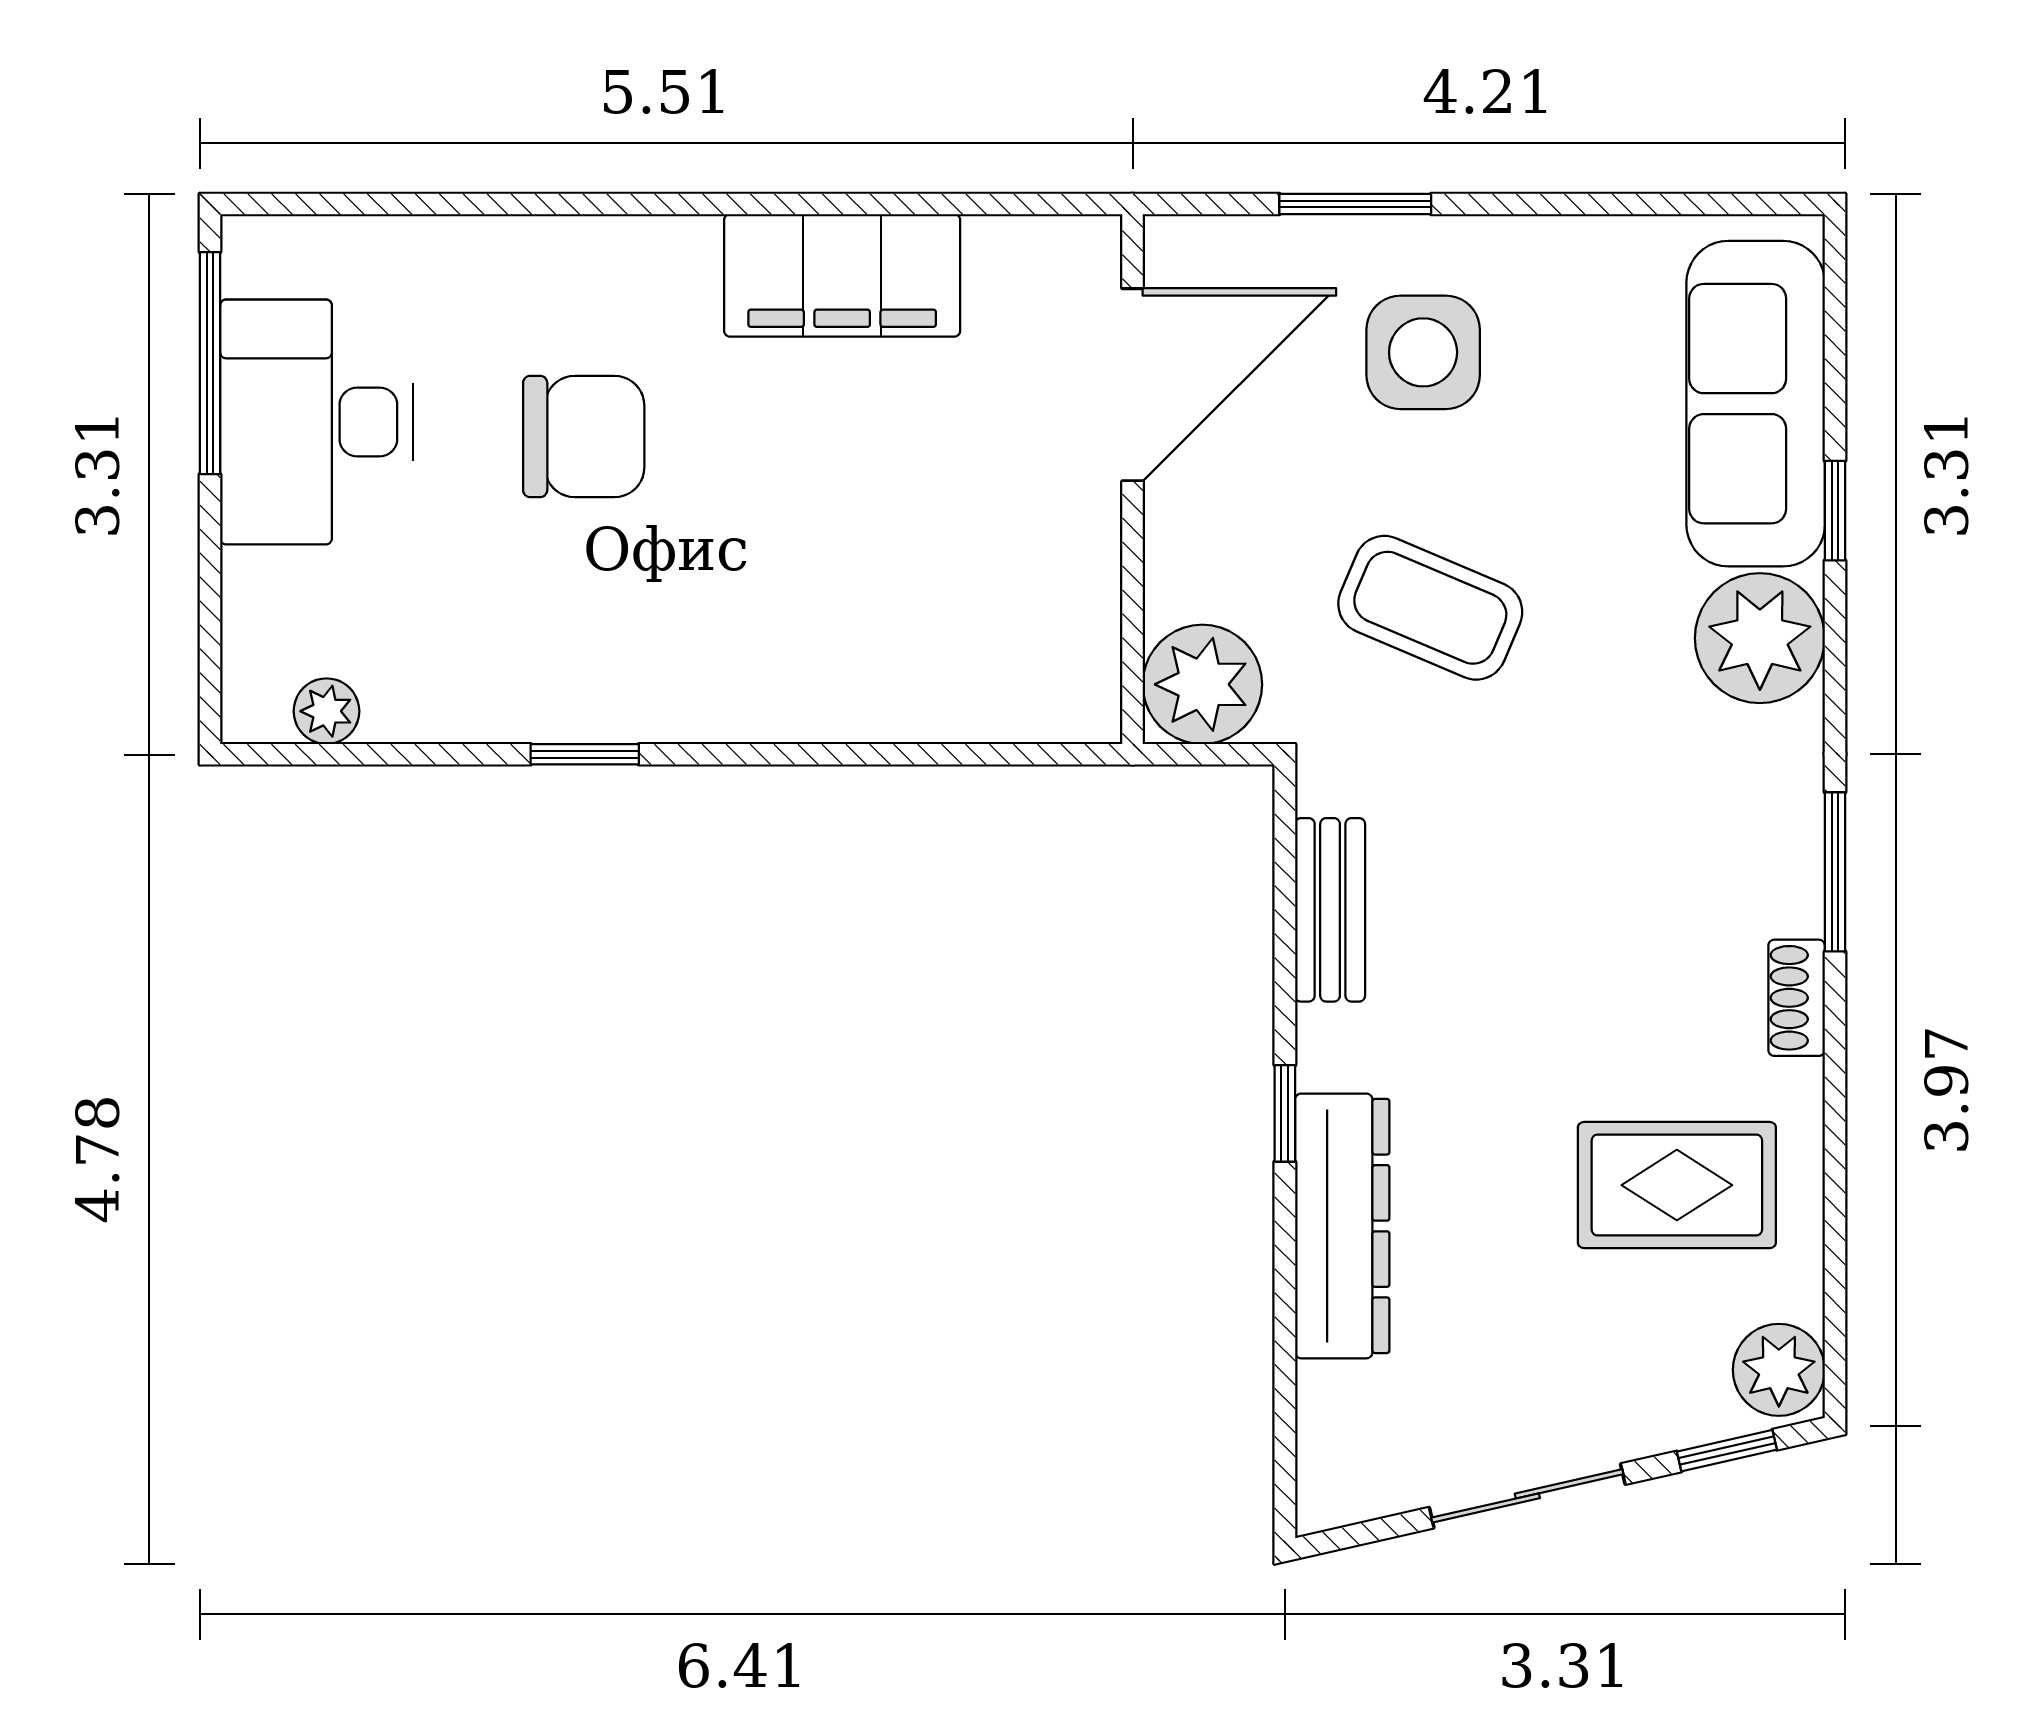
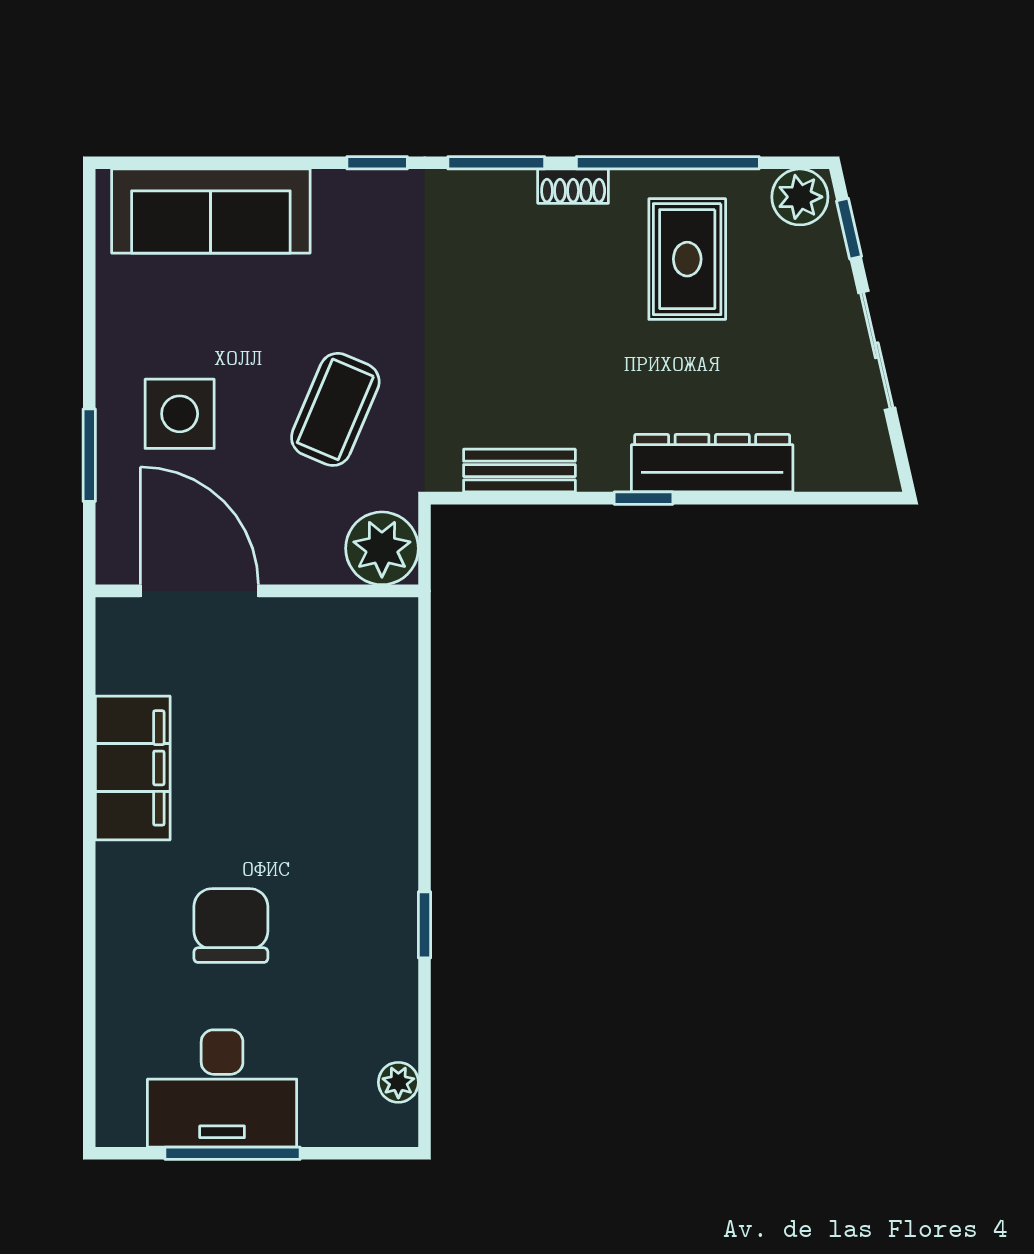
window: (210, 363) -> (233, 1153), moved
window: (1835, 511) -> (377, 163), moved
plant: (1760, 638) -> (354, 209), removed
window: (1835, 1153) -> (668, 163), added

